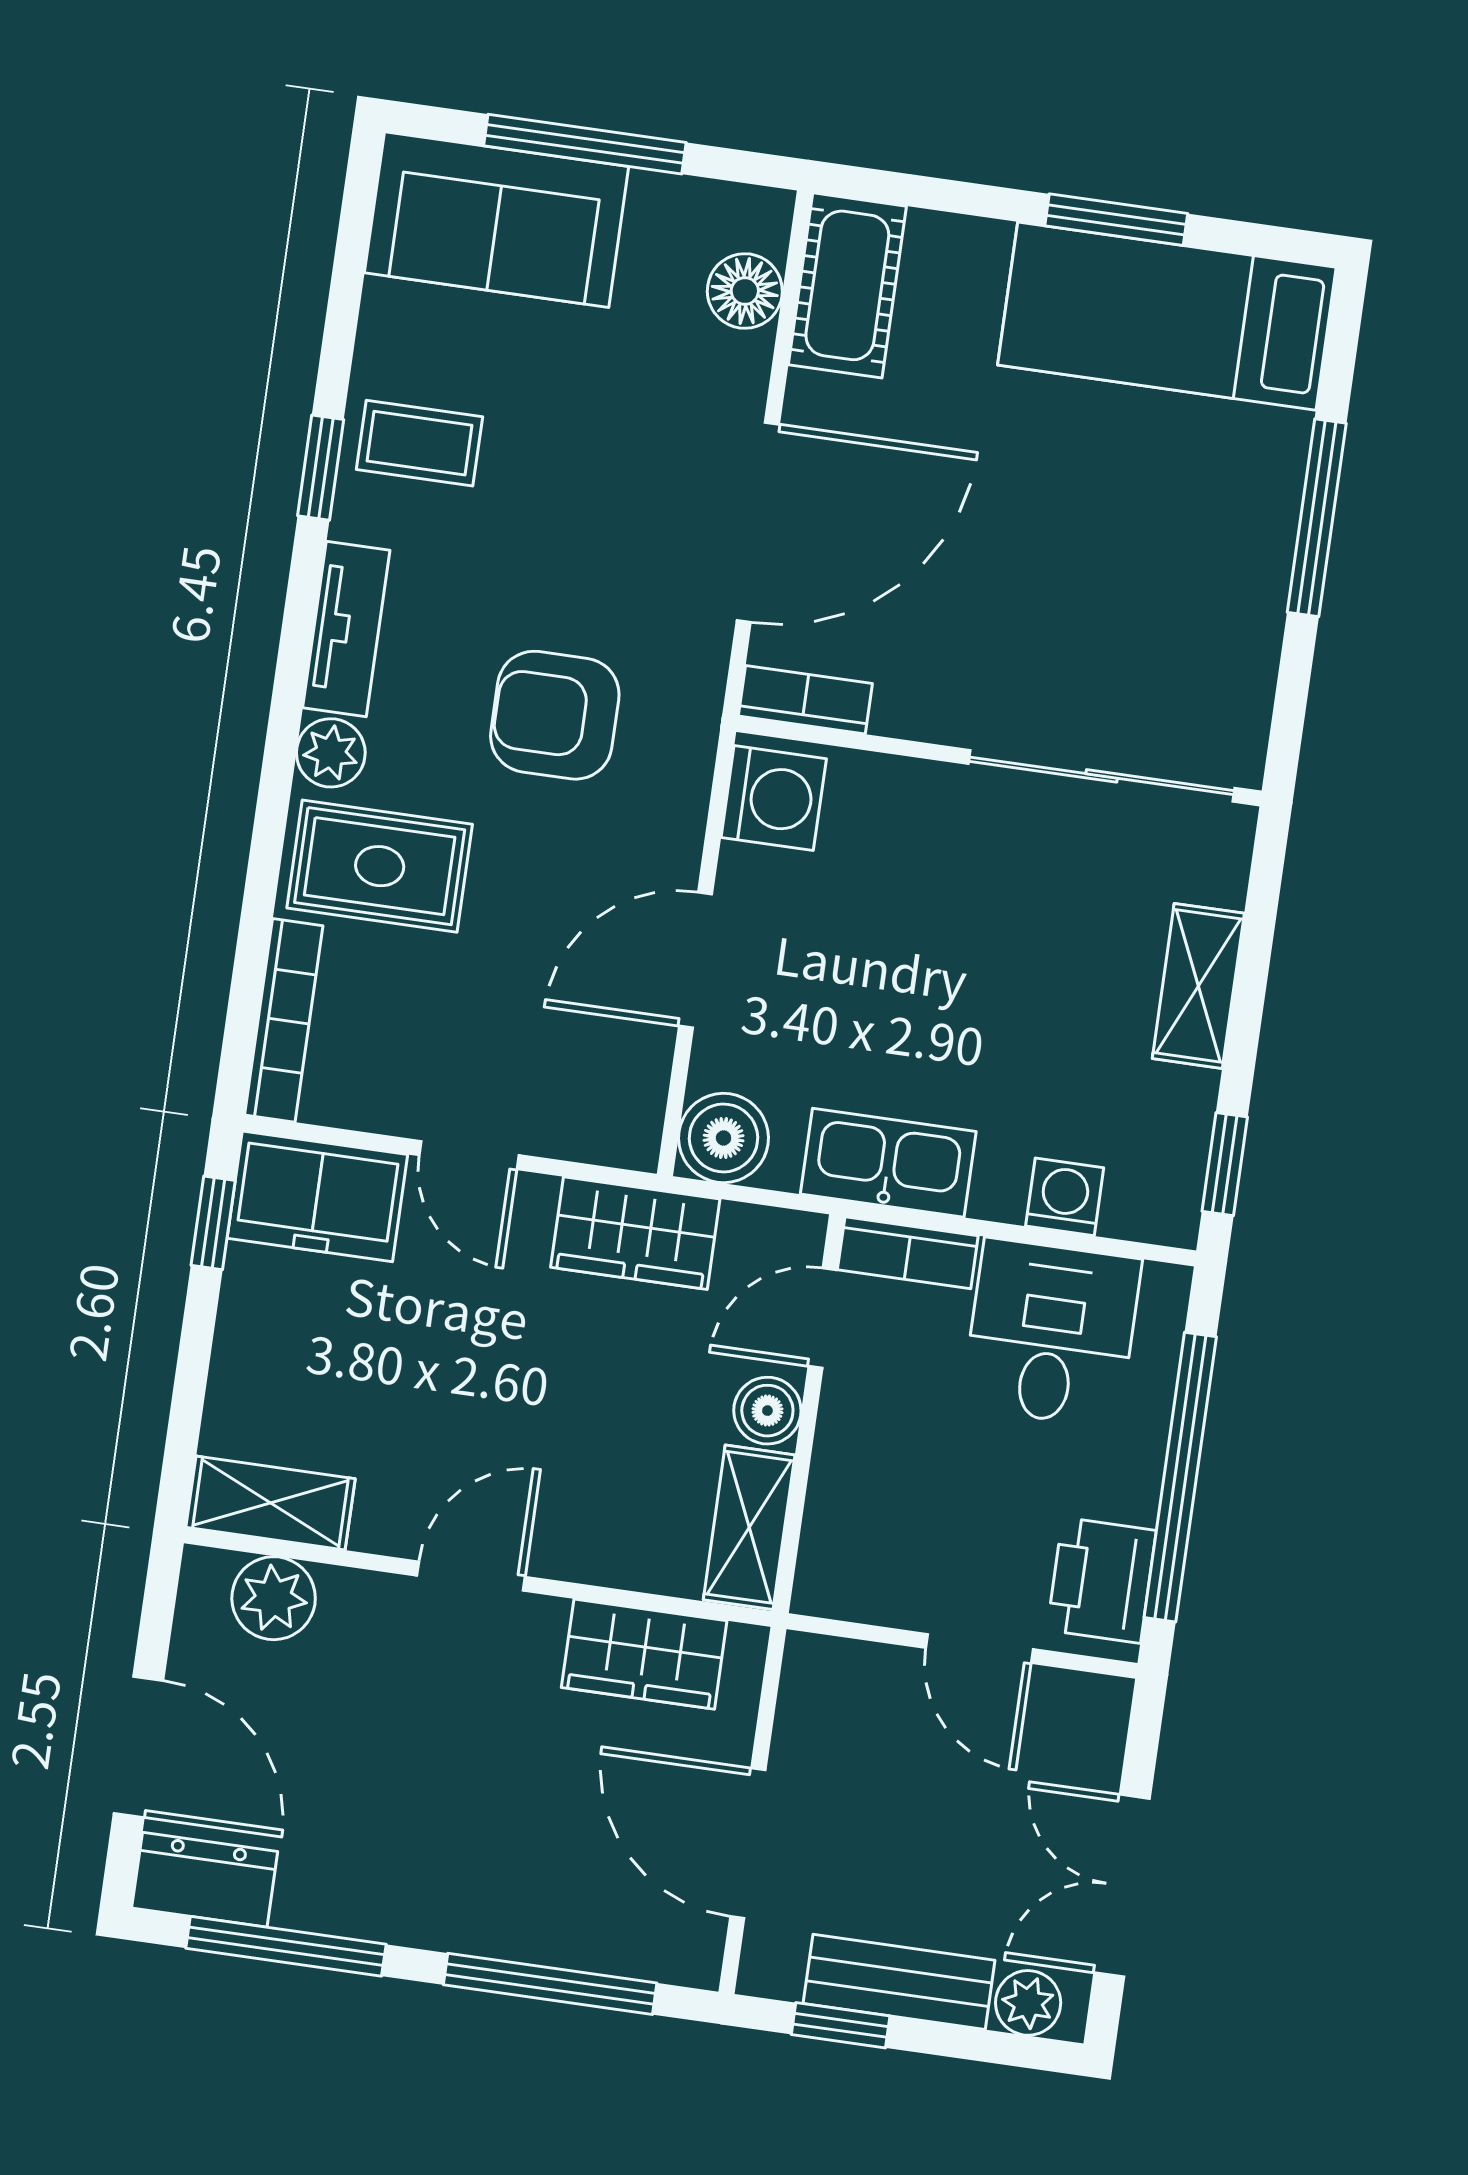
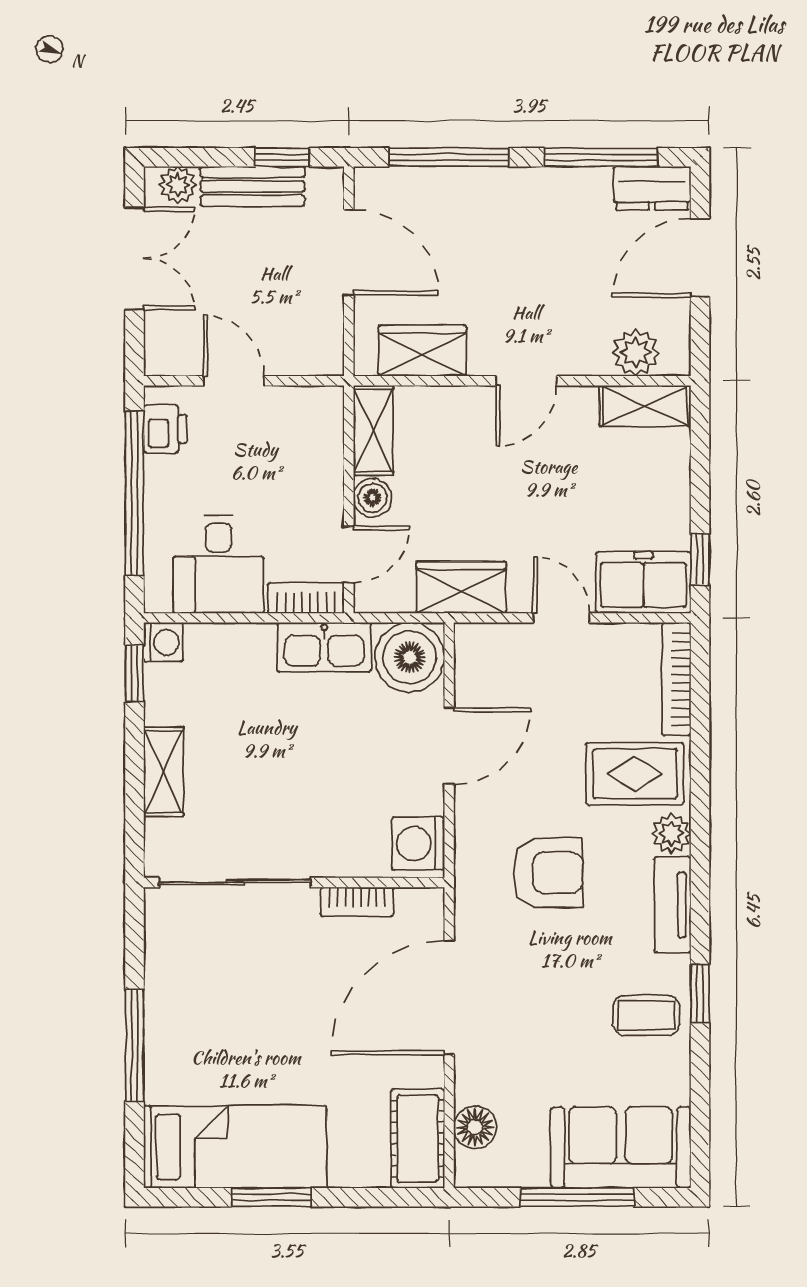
bookcase: (805, 700) -> (357, 902), moved
boiler: (724, 1138) -> (410, 657), width x1.37, depth x1.37
washing machine: (1065, 1197) -> (163, 642), moved, turned -90
printer: (1102, 1580) -> (165, 429), width x0.73, depth x0.81
door: (139, 1747) -> (700, 258), hinge flipped

